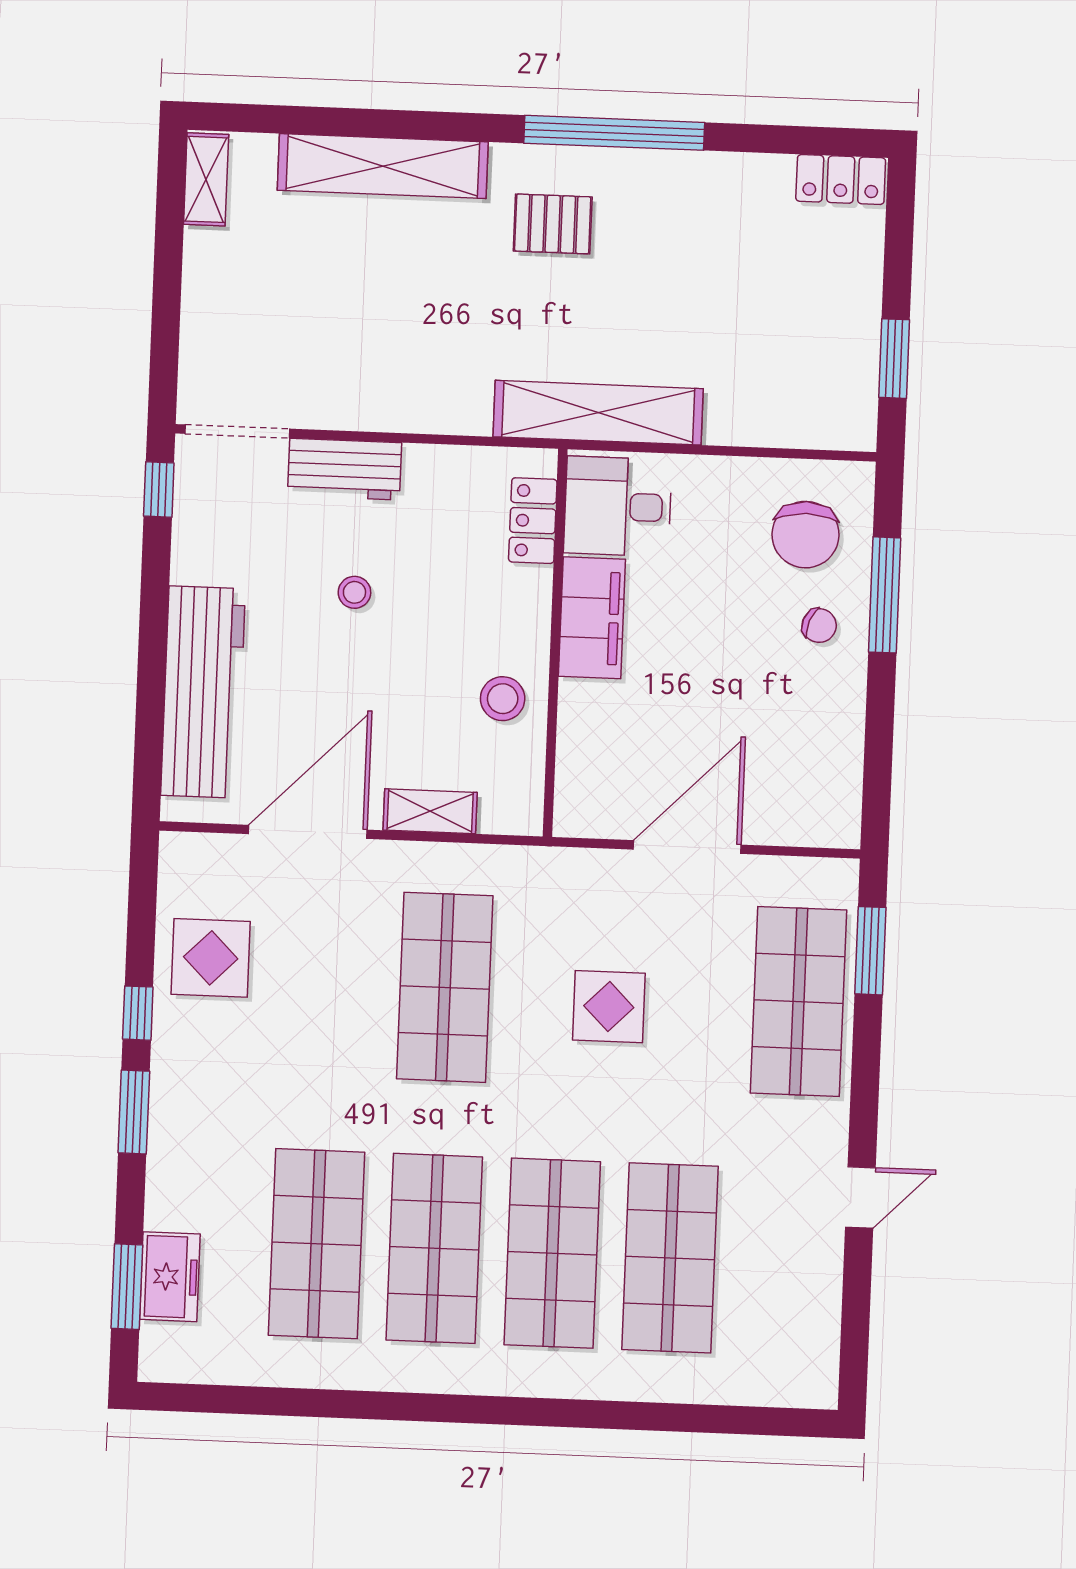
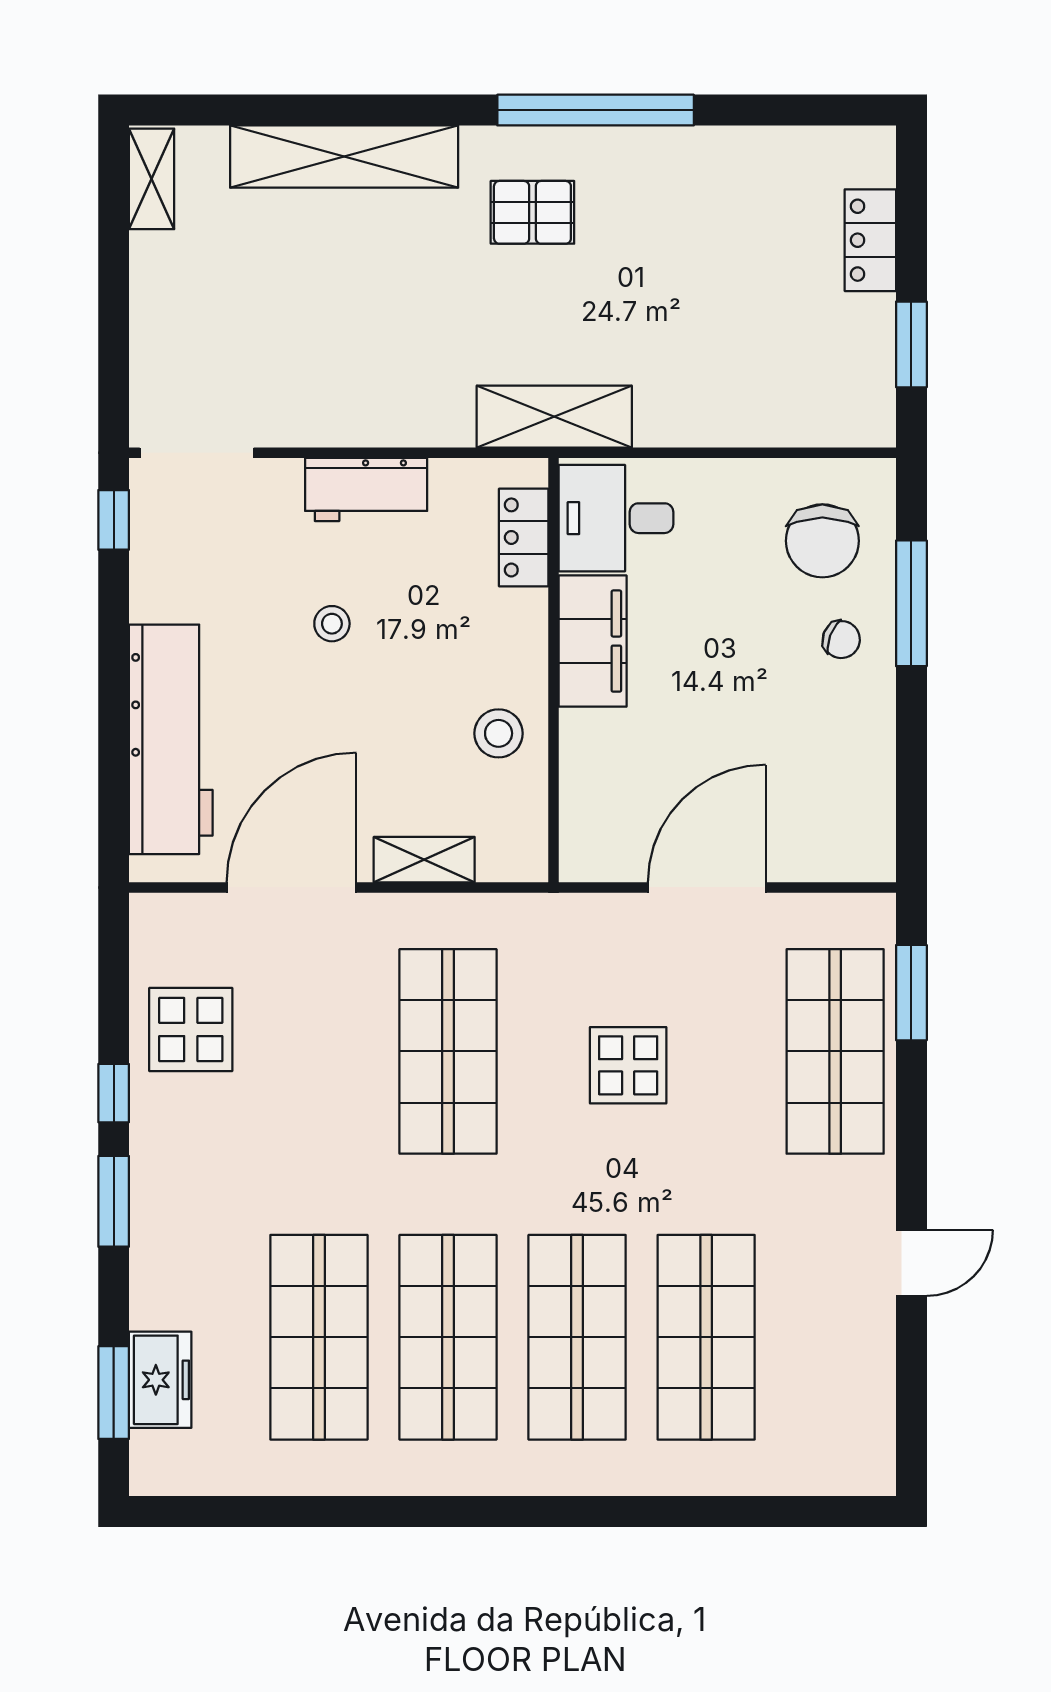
locker: (841, 180) -> (870, 240), moved, turned 90
shelving: (598, 413) -> (554, 417), width x0.68
workbench: (345, 469) -> (366, 489), moved

